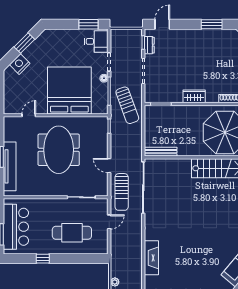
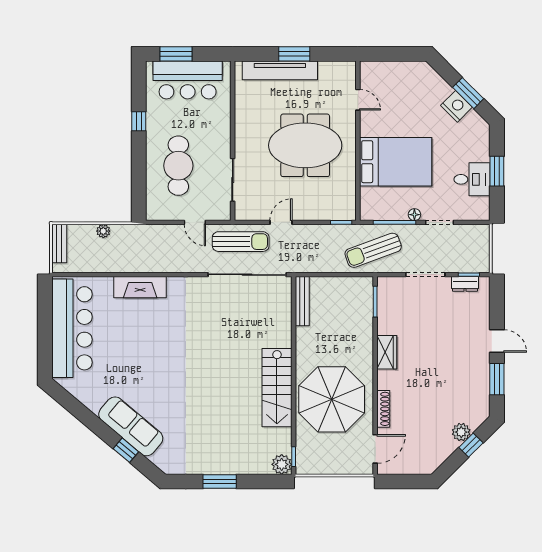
window: (89, 24) -> (497, 171), moved
door: (162, 24) -> (497, 341), moved
desk: (96, 41) -> (472, 179), moved, turned -90
nightstand: (20, 64) -> (456, 106), moved
bed: (69, 91) -> (396, 162), width x0.73
sun lounger: (122, 192) -> (241, 242), turned 180

